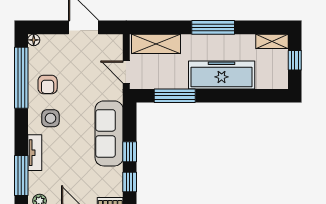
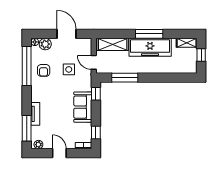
plant: (50, 43) -> (45, 44), added
freezer: (222, 75) -> (150, 47), moved, turned 180
side table: (50, 118) -> (69, 69), moved
sofa: (109, 133) -> (83, 107), width x0.73
window: (130, 152) -> (96, 94), moved

